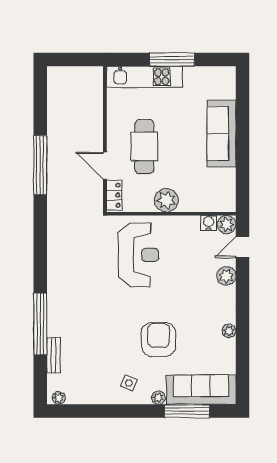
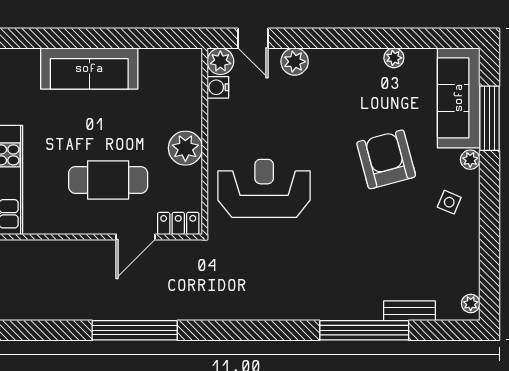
plant: (229, 331) -> (394, 58), moved
armchair: (159, 339) -> (386, 159), turned 75

